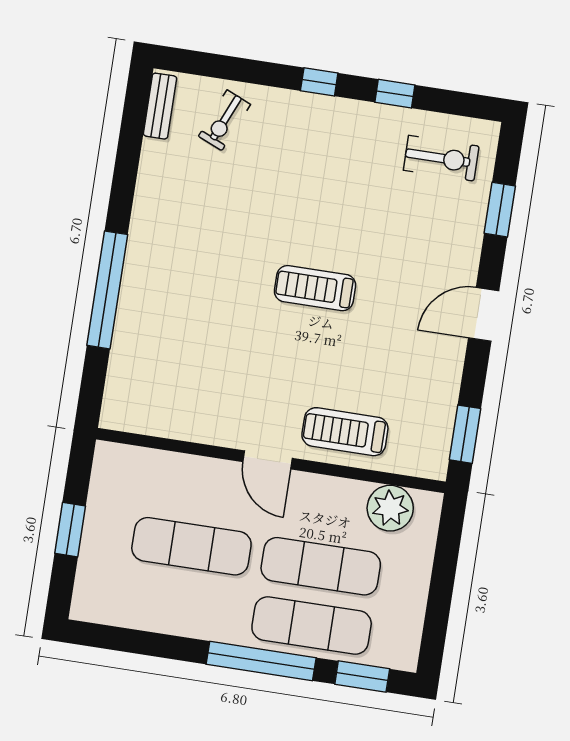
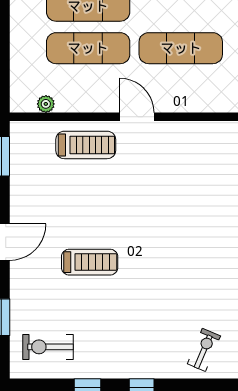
treadmill: (315, 288) -> (90, 262), moved
plant: (390, 508) -> (46, 104), width x0.53, depth x0.53

